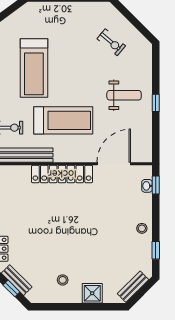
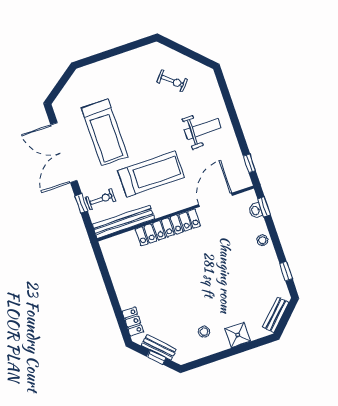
window: (156, 103) -> (249, 163), moved
stool: (142, 228) -> (262, 240), moved

